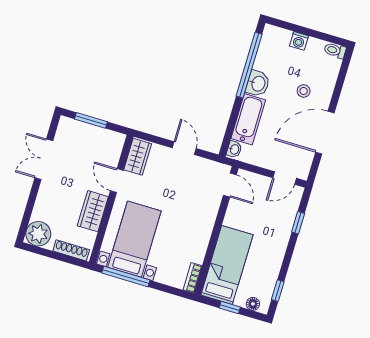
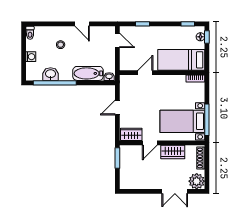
washbasin: (258, 84) -> (51, 74), moved
window: (91, 120) -> (117, 158), moved
door: (325, 133) -> (82, 24), width x0.53
double door: (44, 159) -> (175, 191), moved
door: (230, 185) -> (145, 73), moved
window: (230, 307) -> (207, 37), moved

